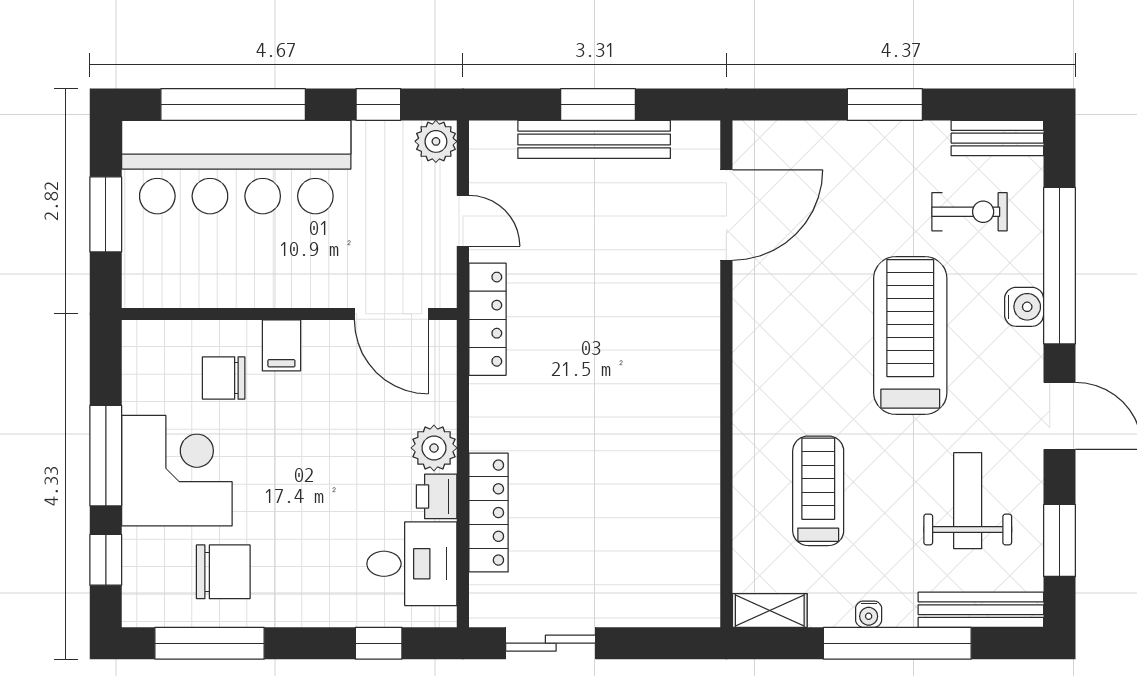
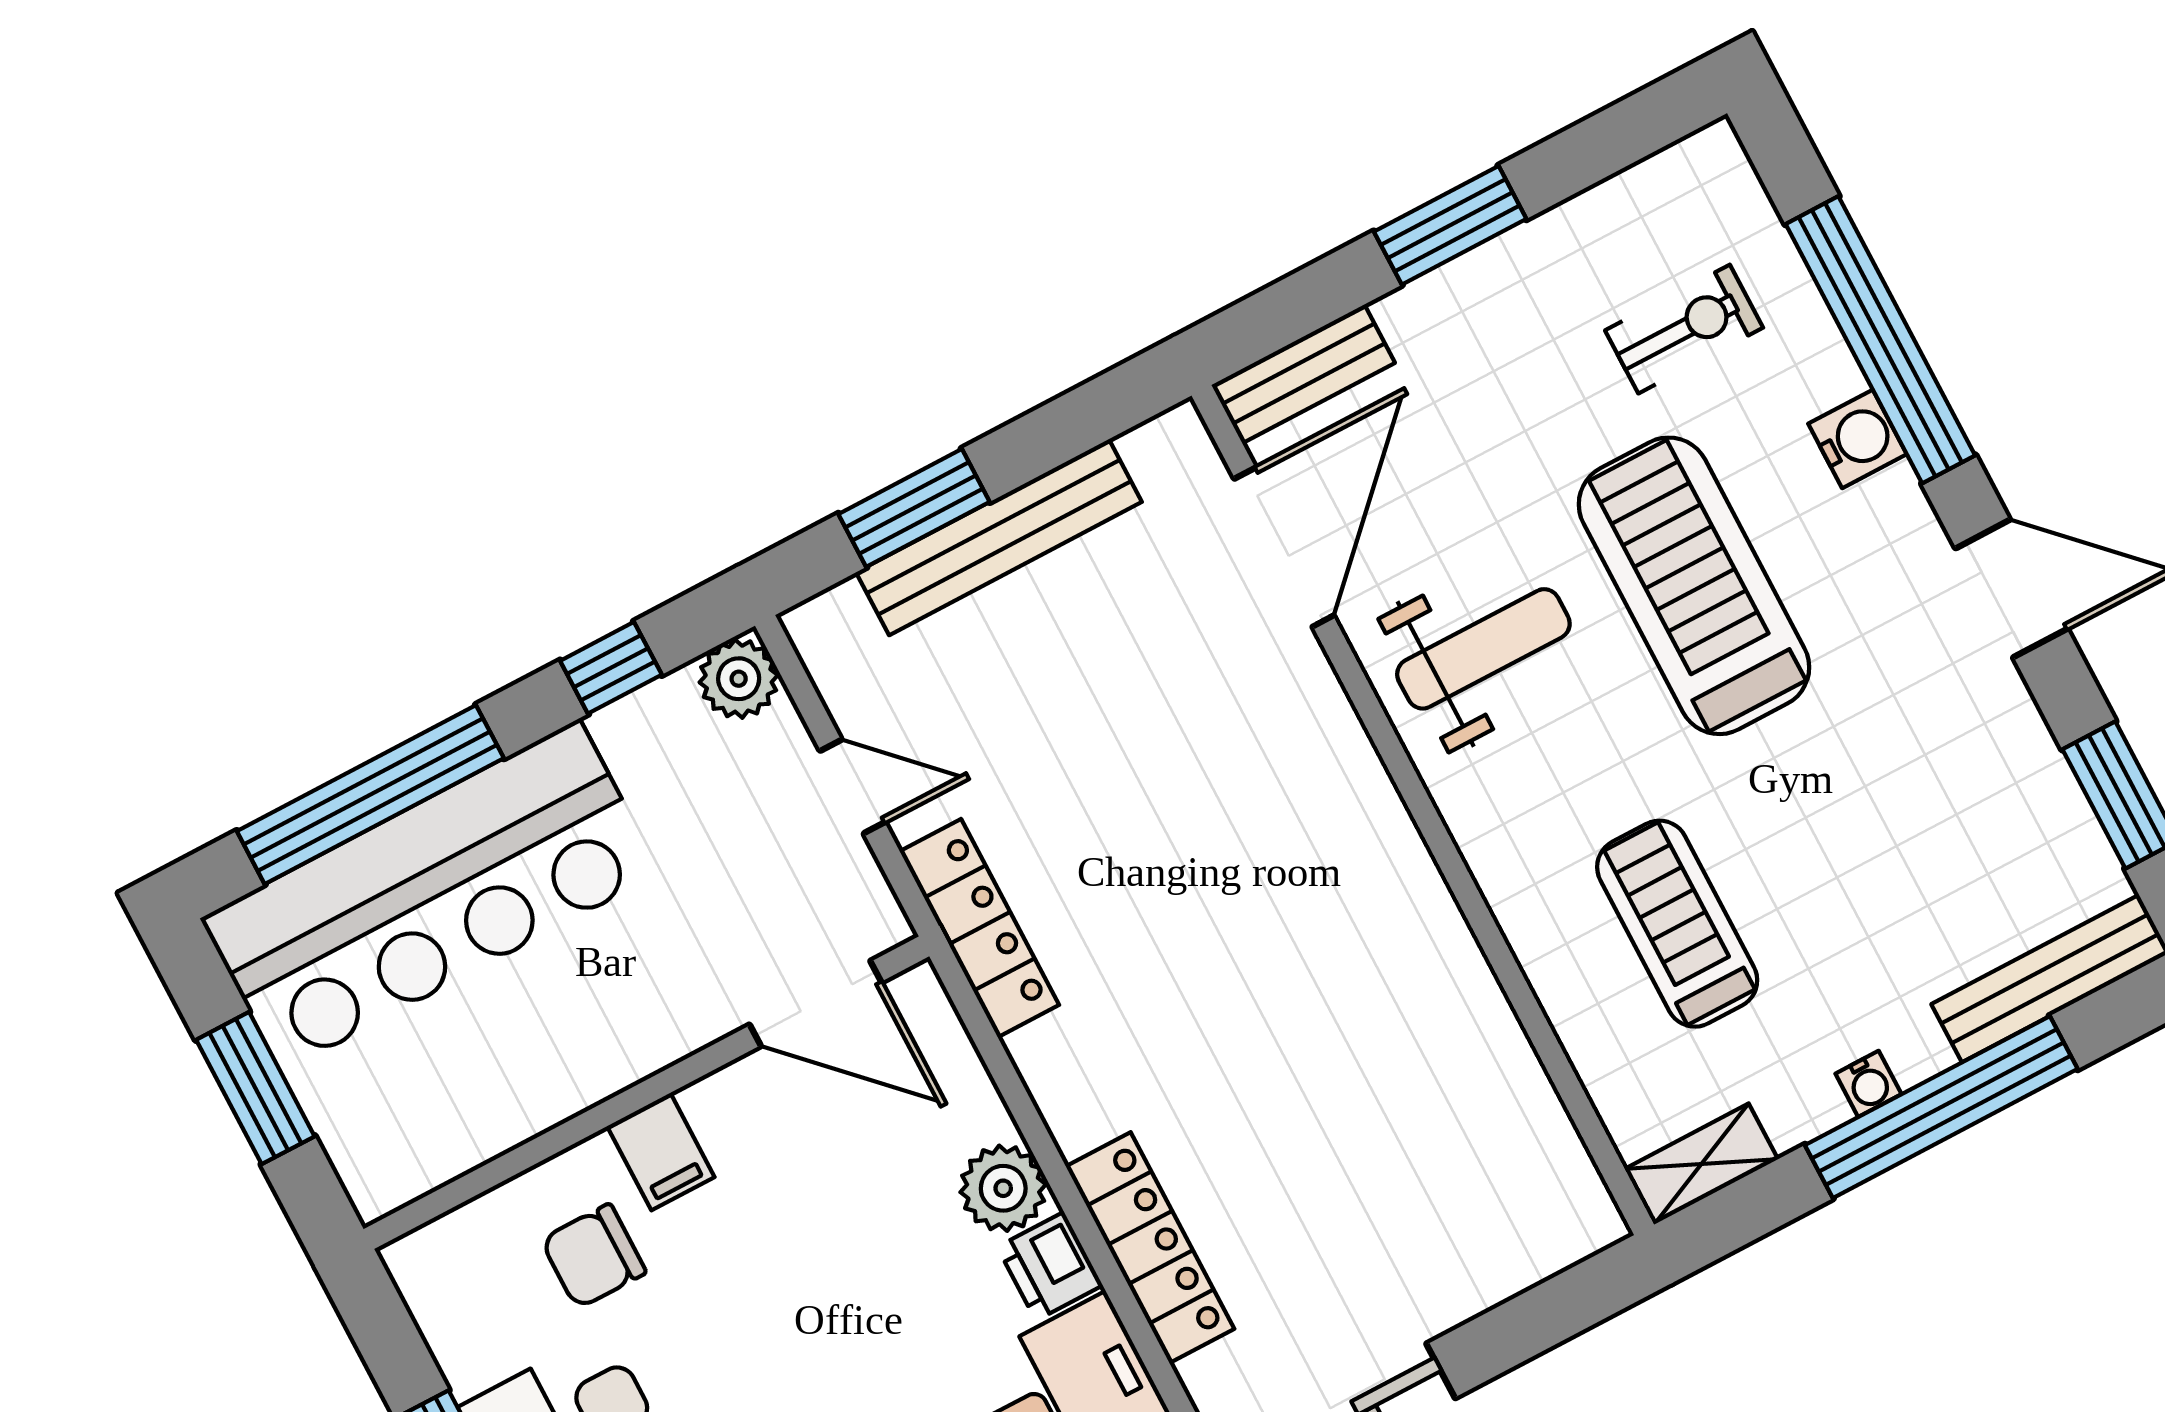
window: (598, 104) -> (914, 508), moved
bench: (997, 138) -> (1303, 374), moved
weight bench: (968, 501) -> (1483, 649), moved, turned 90

